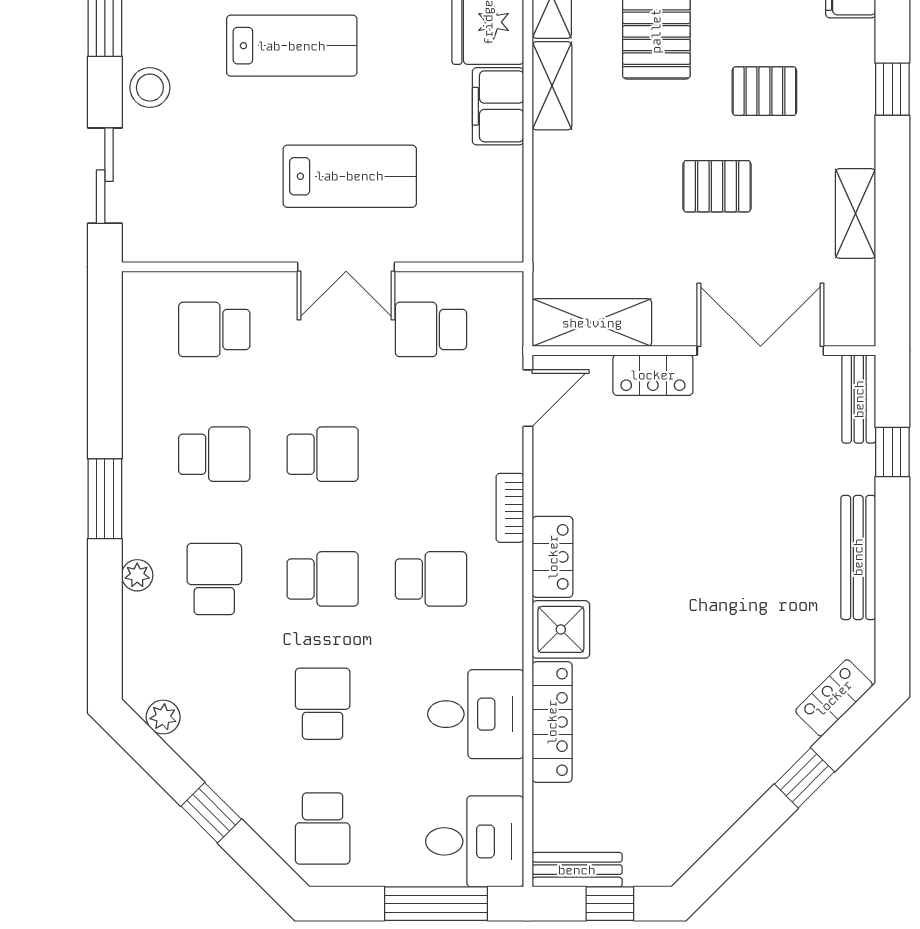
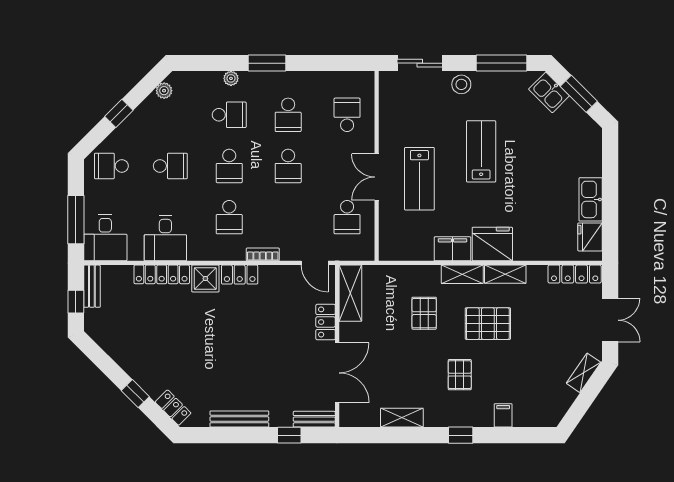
lab bench: (292, 46) -> (481, 151), turned 180
pallet: (717, 186) -> (424, 313), moved
school desk: (431, 329) -> (347, 217), turned 180

